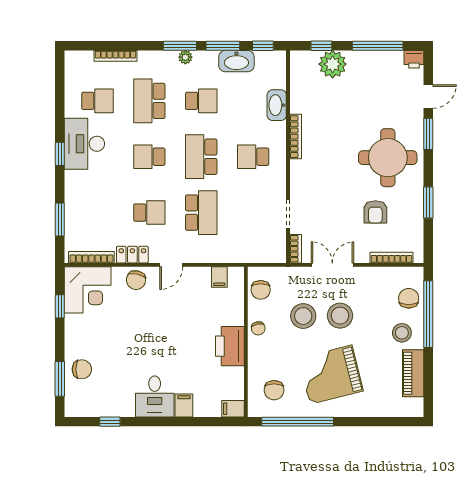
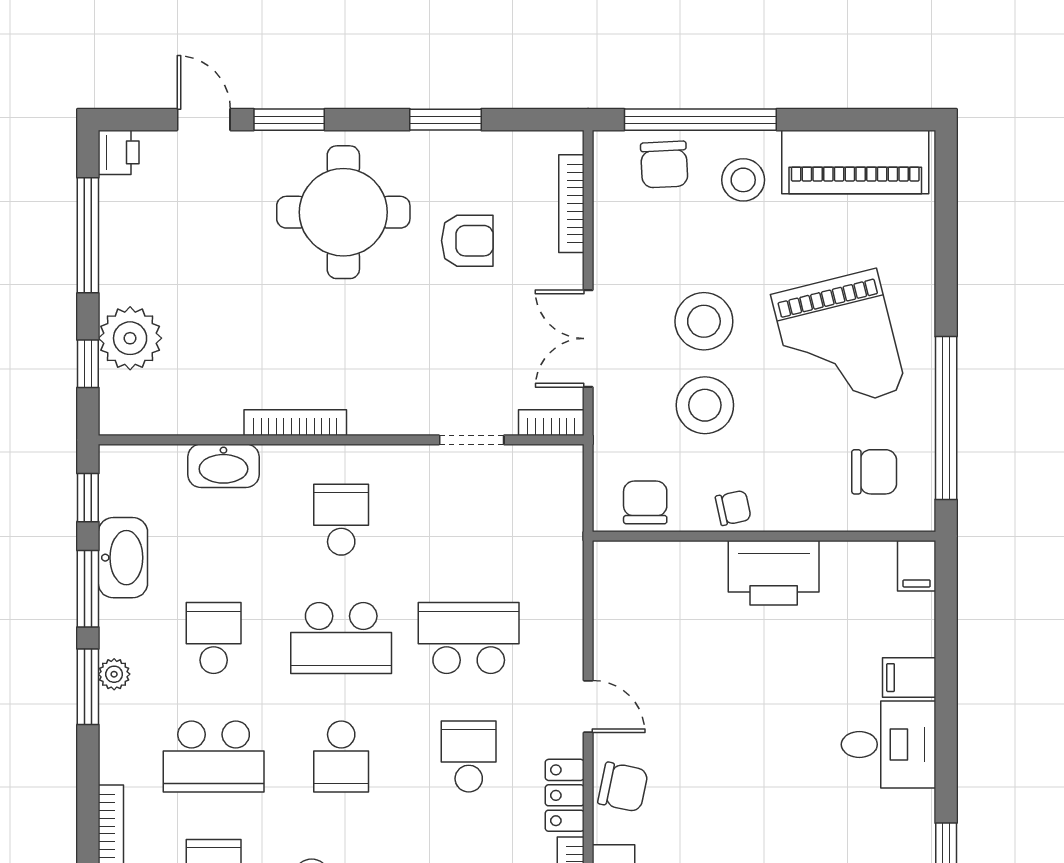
school desk: (253, 157) -> (341, 520), turned 180
filing cabinet: (219, 277) -> (616, 597), removed
chair: (261, 290) -> (645, 502), turned -90
chair: (409, 298) -> (664, 165), turned -93
piano: (413, 373) -> (855, 162), width x1.37, depth x1.33

